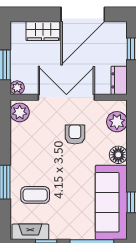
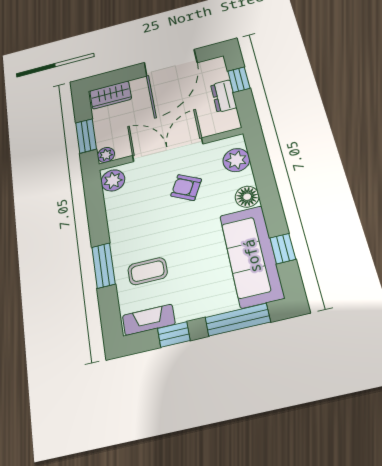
wardrobe: (43, 31) -> (111, 95), moved
dresser: (119, 80) -> (224, 96), moved
armchair: (75, 134) -> (186, 187), turned -62

